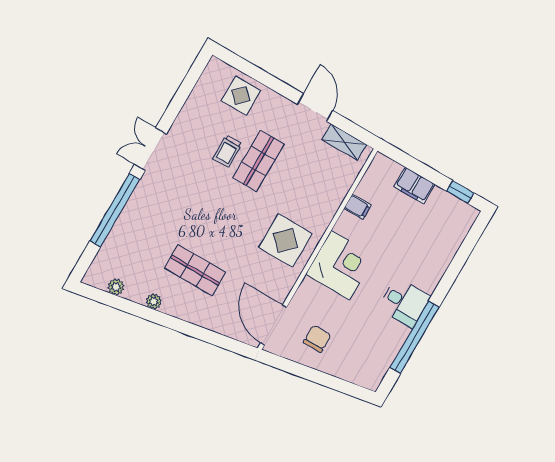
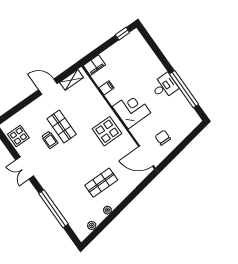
display table: (241, 96) -> (18, 136), moved
double door: (150, 149) -> (25, 168), moved
filing cabinet: (414, 185) -> (94, 65), moved

